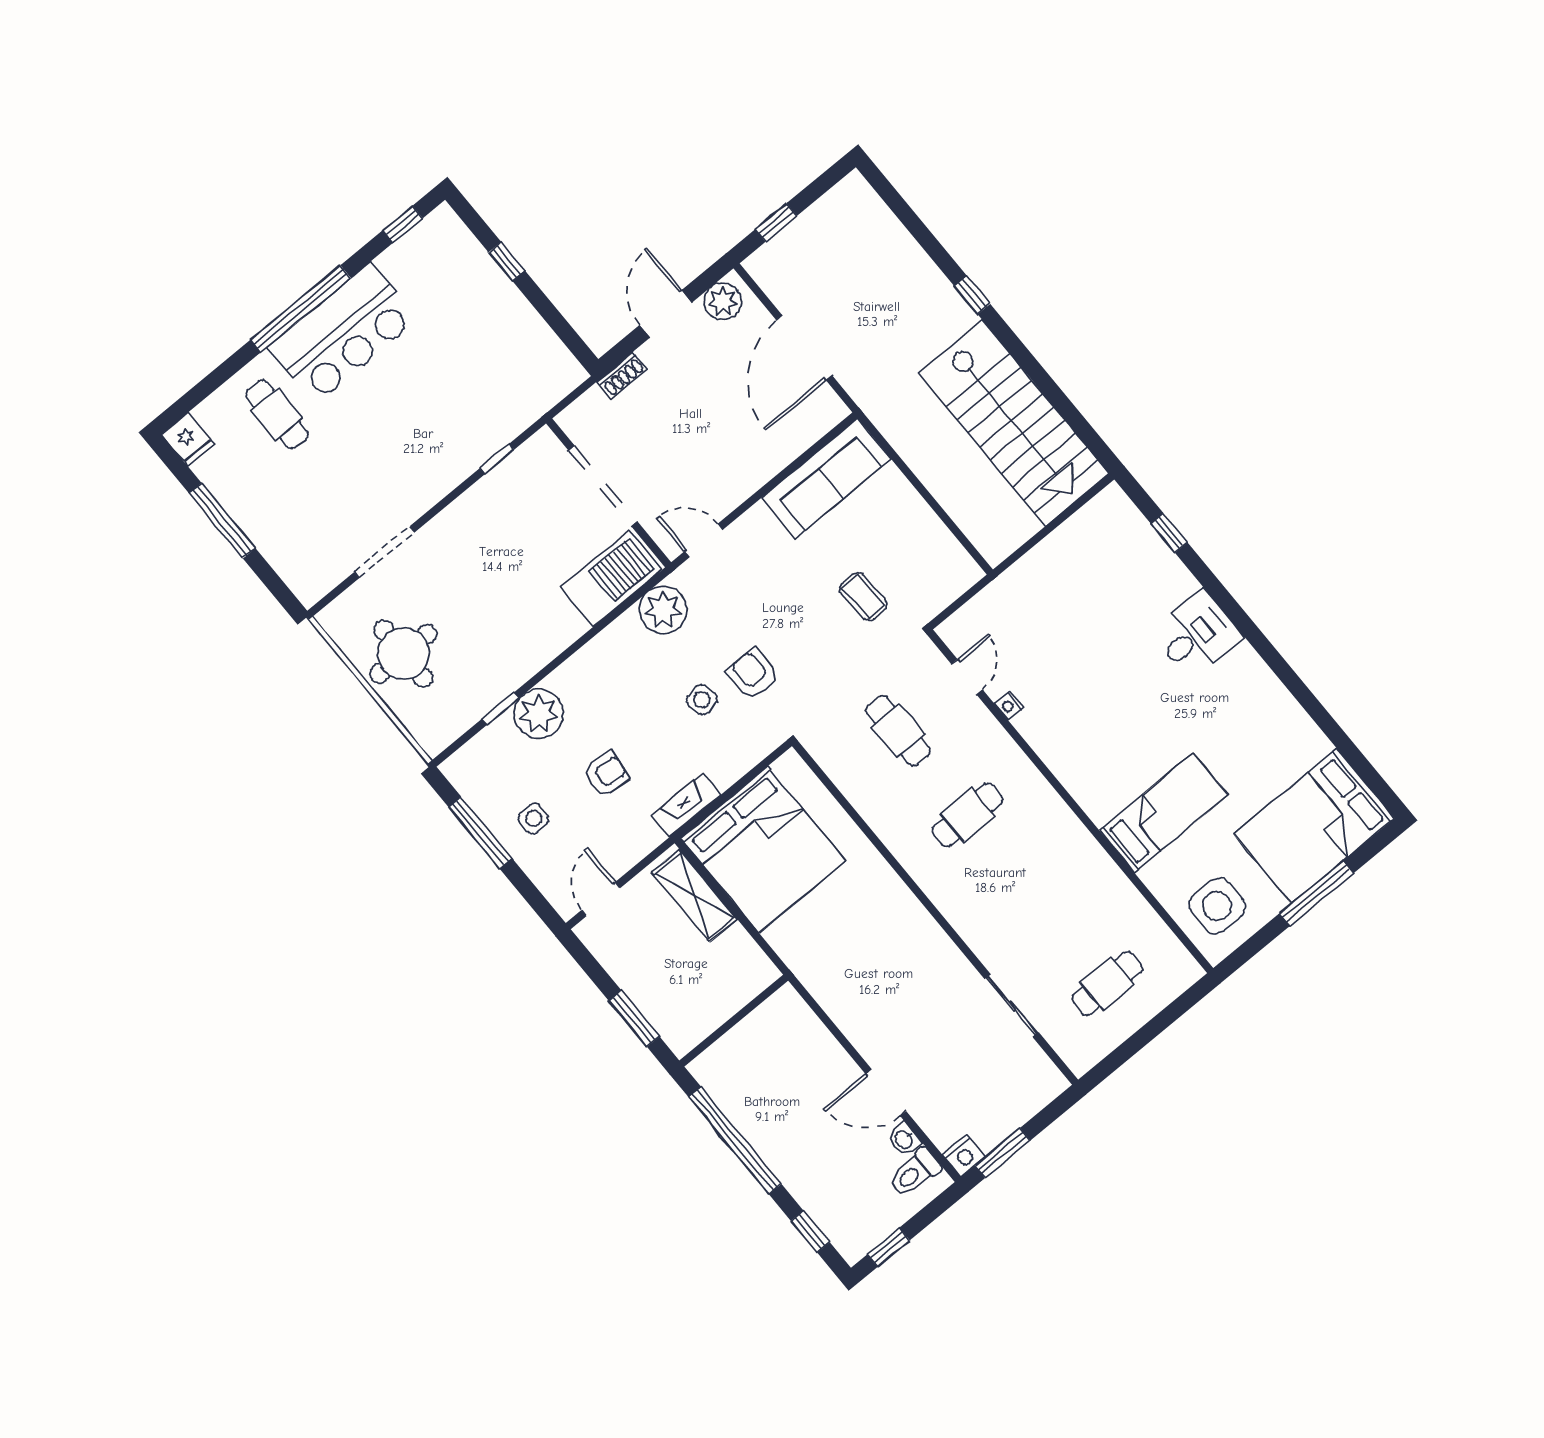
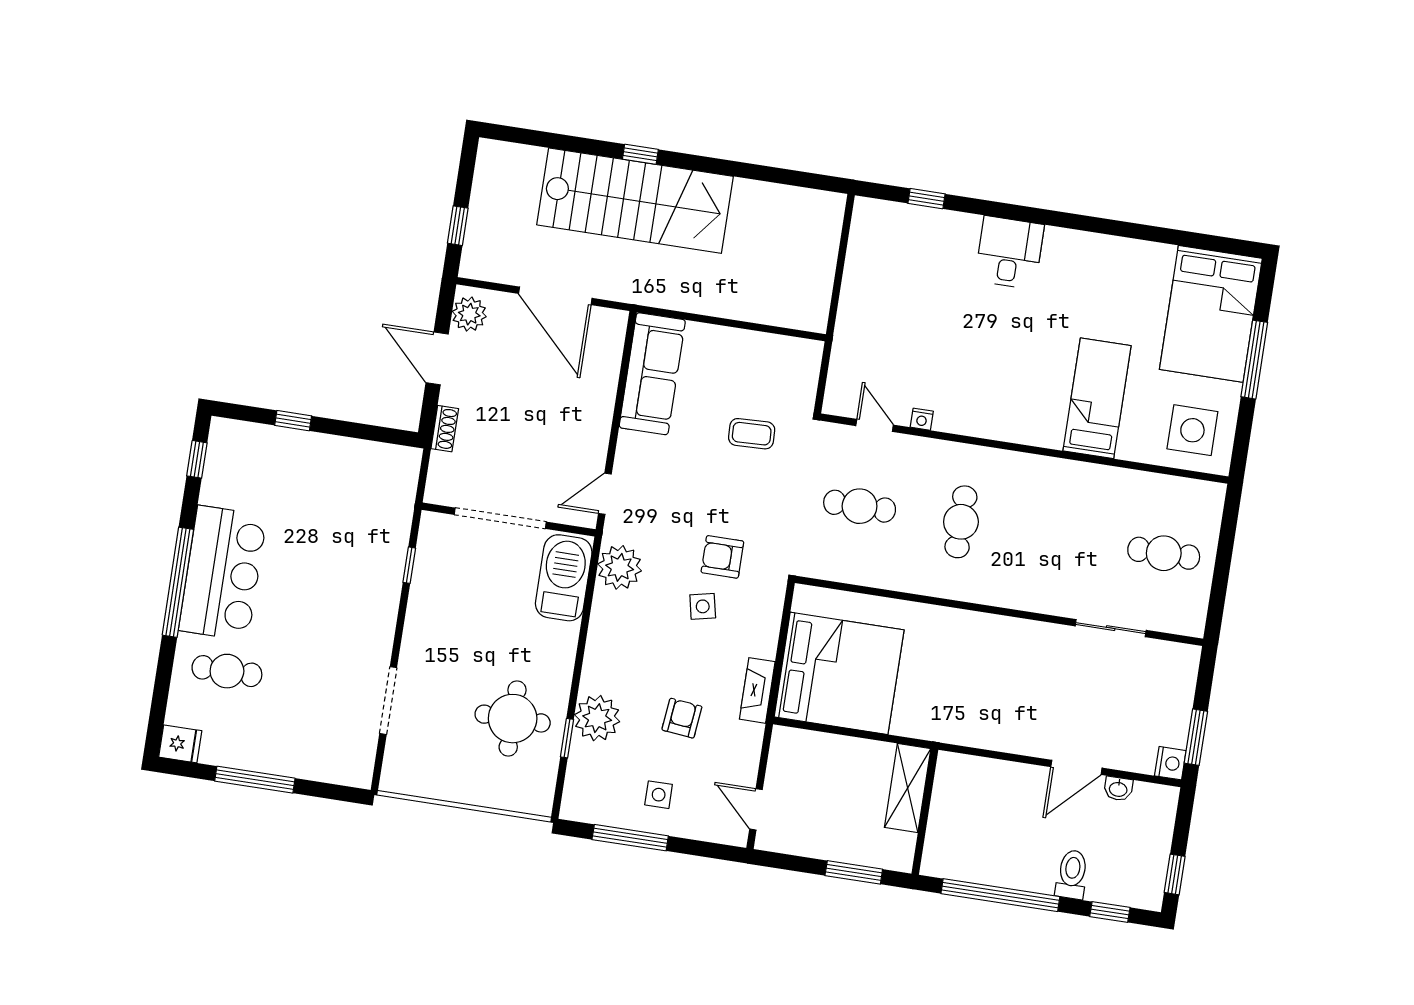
stairs: (1014, 423) -> (635, 201), moved
round table: (403, 654) -> (513, 719), moved
shelving: (694, 896) -> (908, 788), moved, turned 90
cafe table: (1107, 984) -> (1164, 553), turned 90
toilet: (914, 1173) -> (1072, 874), moved, turned 180

